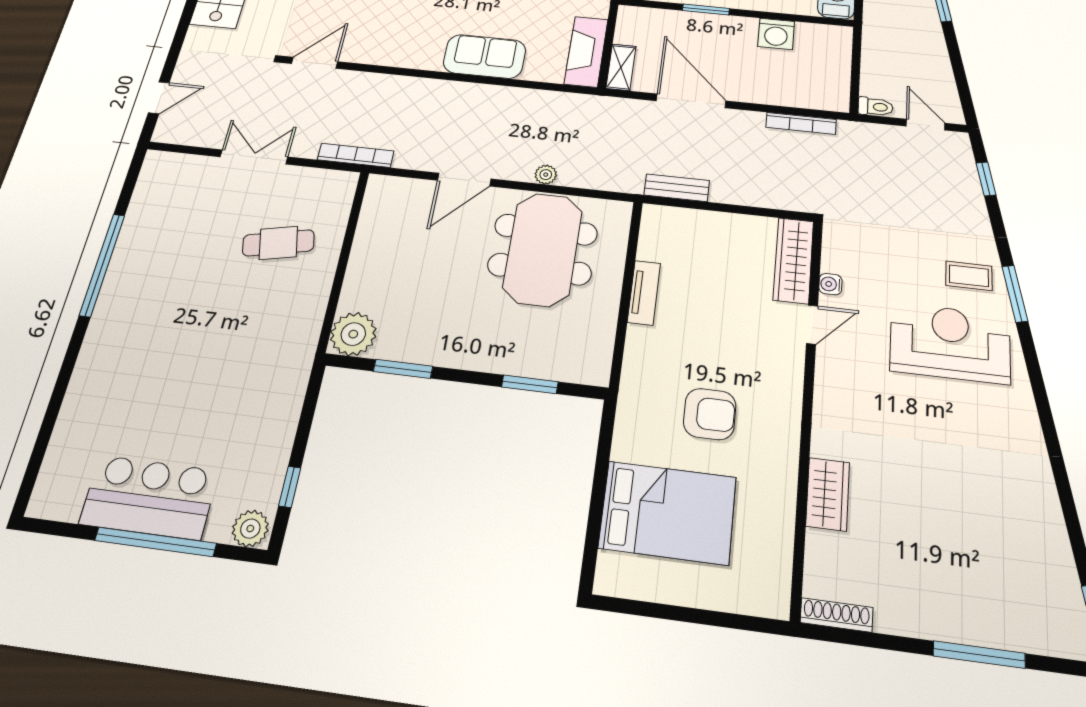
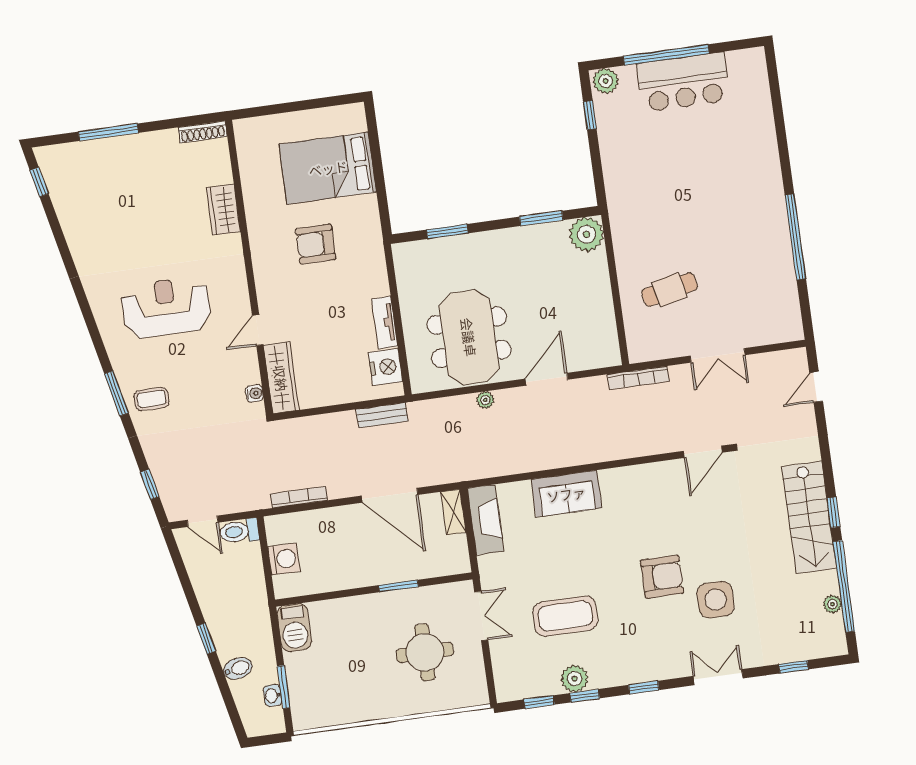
washing machine: (776, 34) -> (284, 559), moved, turned 90
toilet: (876, 107) -> (239, 531), width x1.37, depth x1.39
nightstand: (657, 241) -> (385, 367), added
water cooler: (830, 284) -> (254, 393), moved
reception desk: (950, 343) -> (166, 307), moved, turned 180

